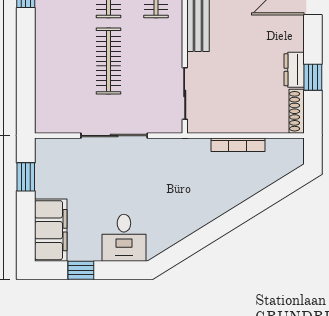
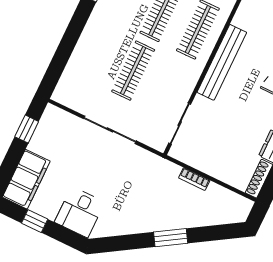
bookcase: (238, 145) -> (194, 179), width x0.64
window: (233, 219) -> (171, 238), added

